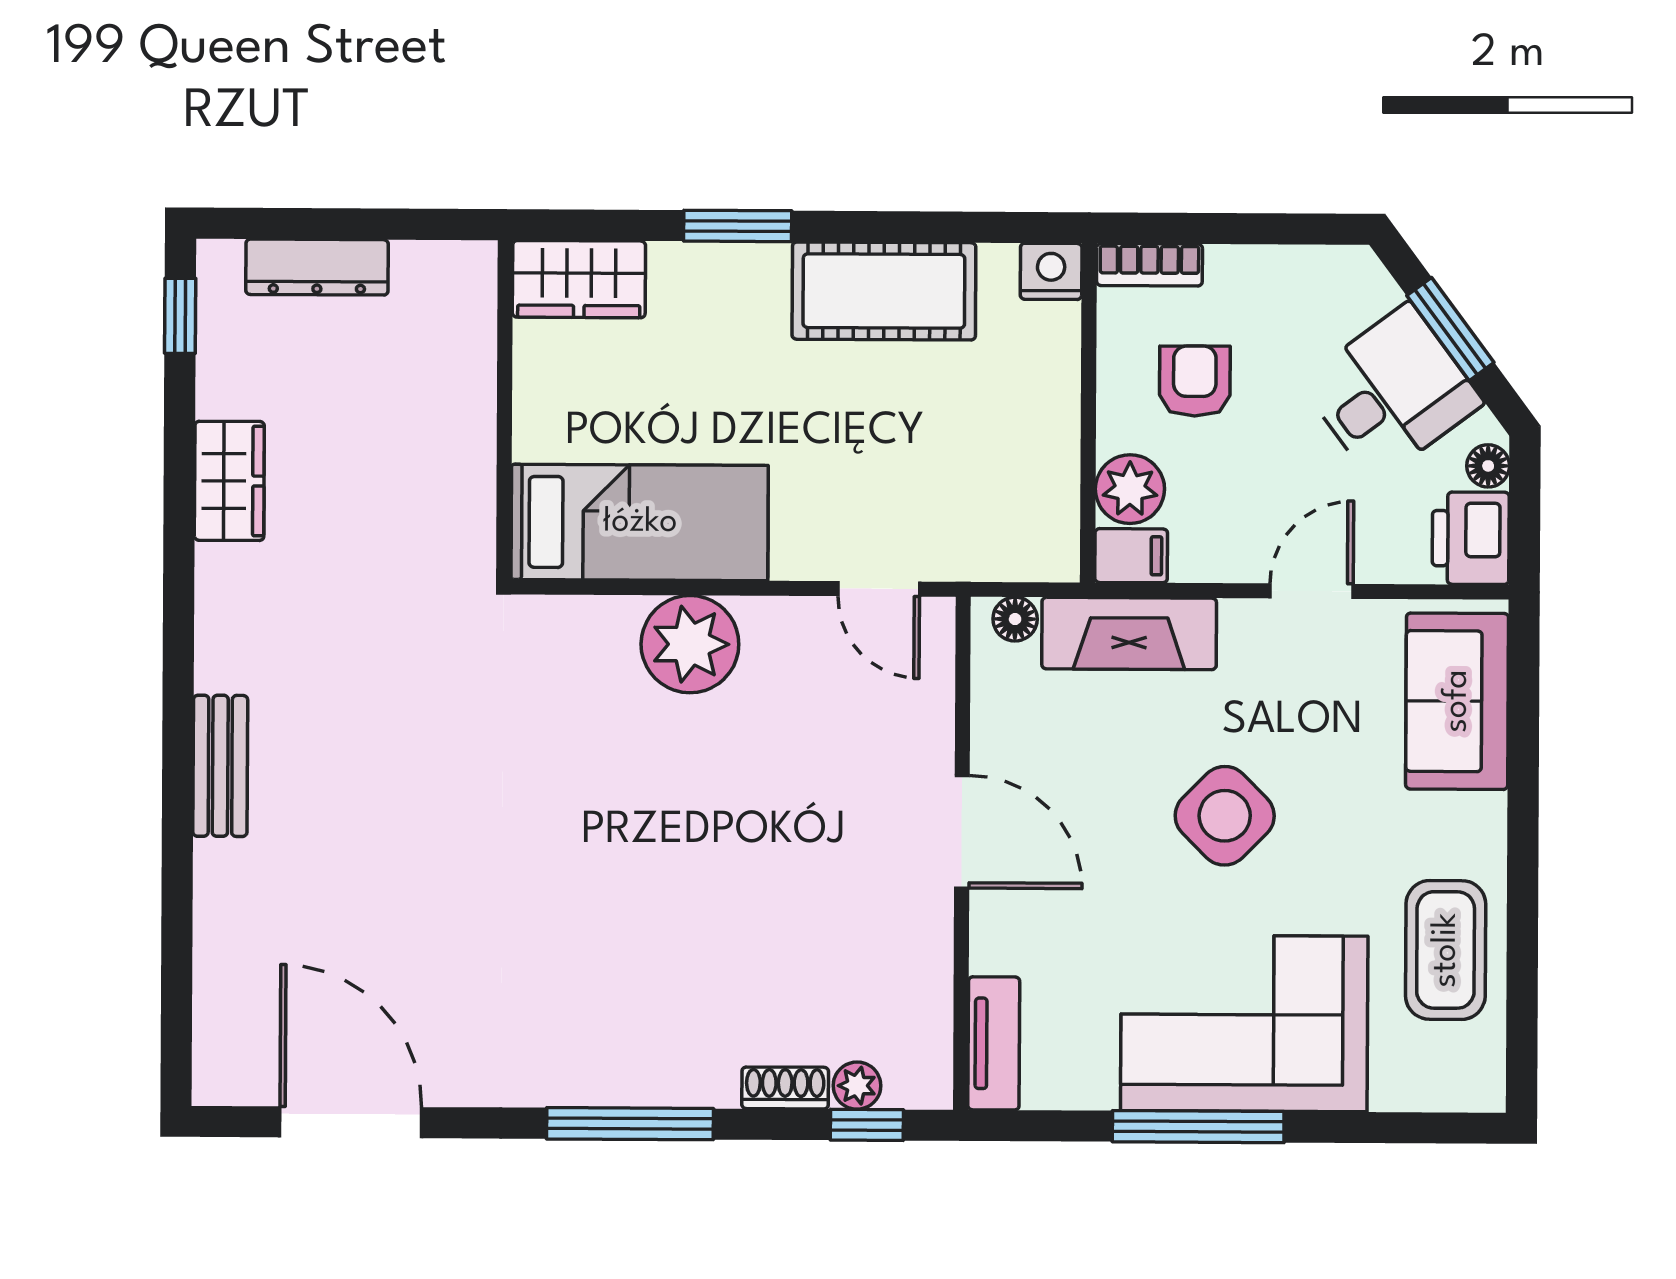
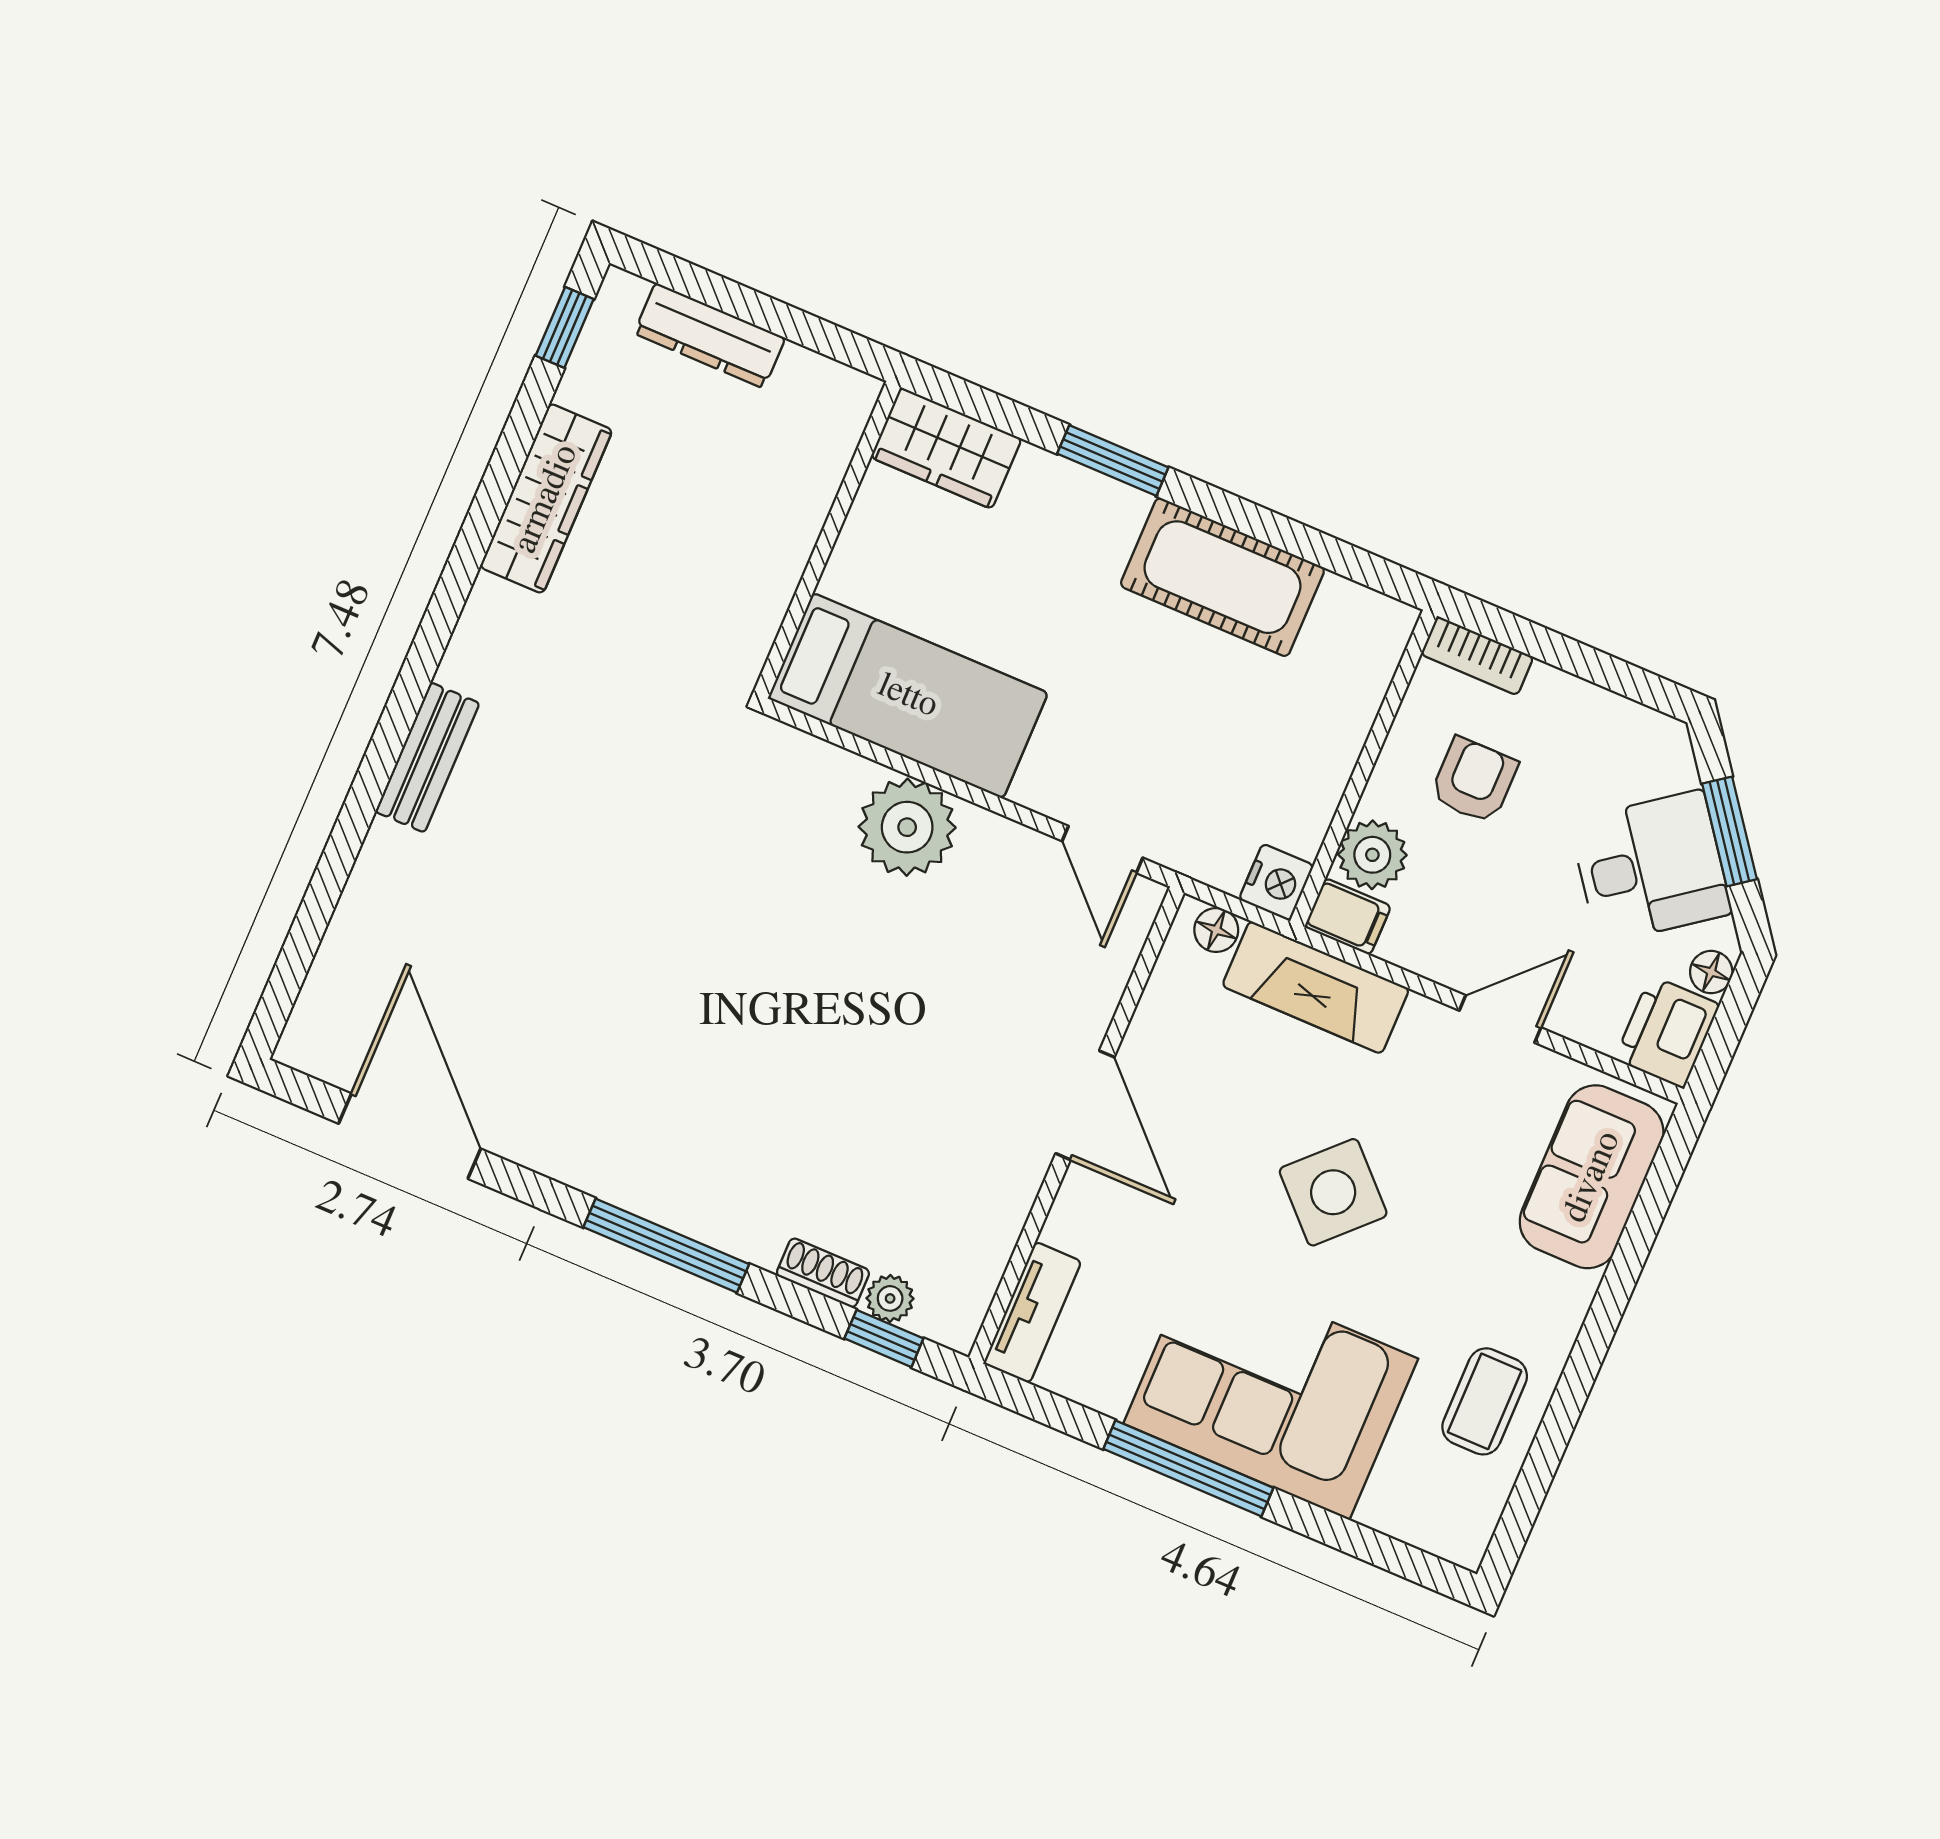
nightstand: (1051, 271) -> (1276, 882), moved, turned 90
wardrobe: (229, 481) -> (546, 499), width x1.50
coffee table: (1446, 950) -> (1485, 1401), width x0.73, depth x0.77

